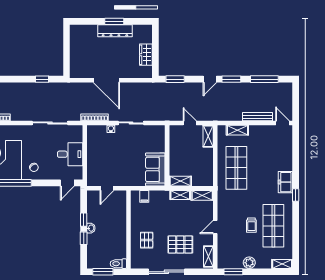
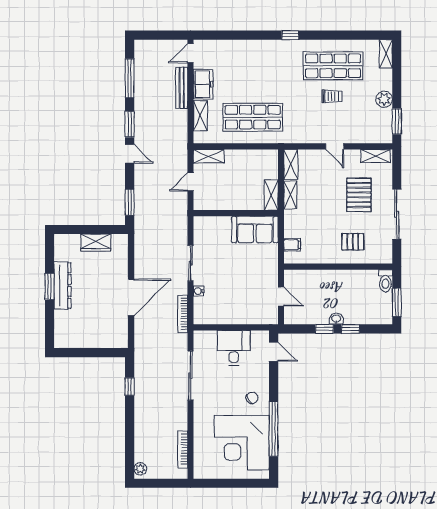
freezer: (285, 182) -> (203, 84), moved, turned -90

